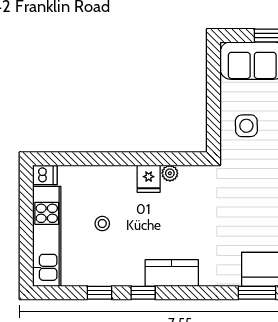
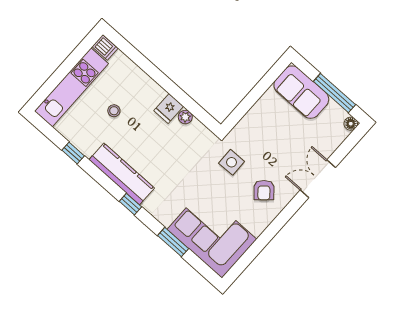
side table: (246, 126) -> (232, 162), moved
kitchen counter: (172, 273) -> (122, 174), width x1.50
window: (143, 293) -> (130, 204), moved

